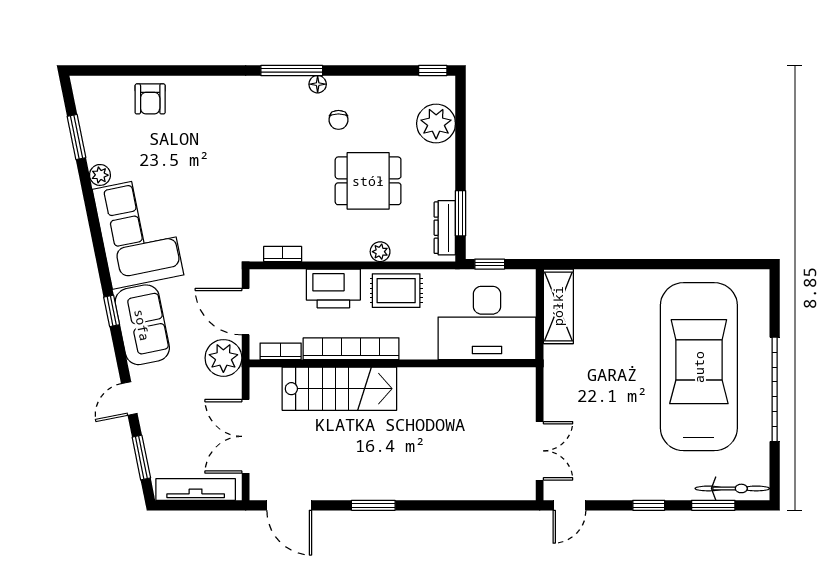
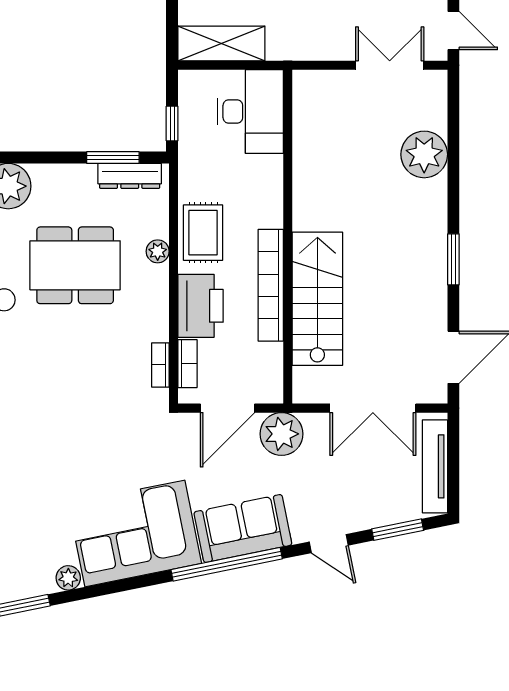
dining table: (368, 181) -> (75, 265), width x1.38
window: (112, 311) -> (227, 564), width x3.17
desk: (487, 323) -> (251, 111), width x0.73, depth x0.77
bookcase: (281, 351) -> (188, 364), moved, turned 180
plant: (463, 480) -> (424, 154), added

